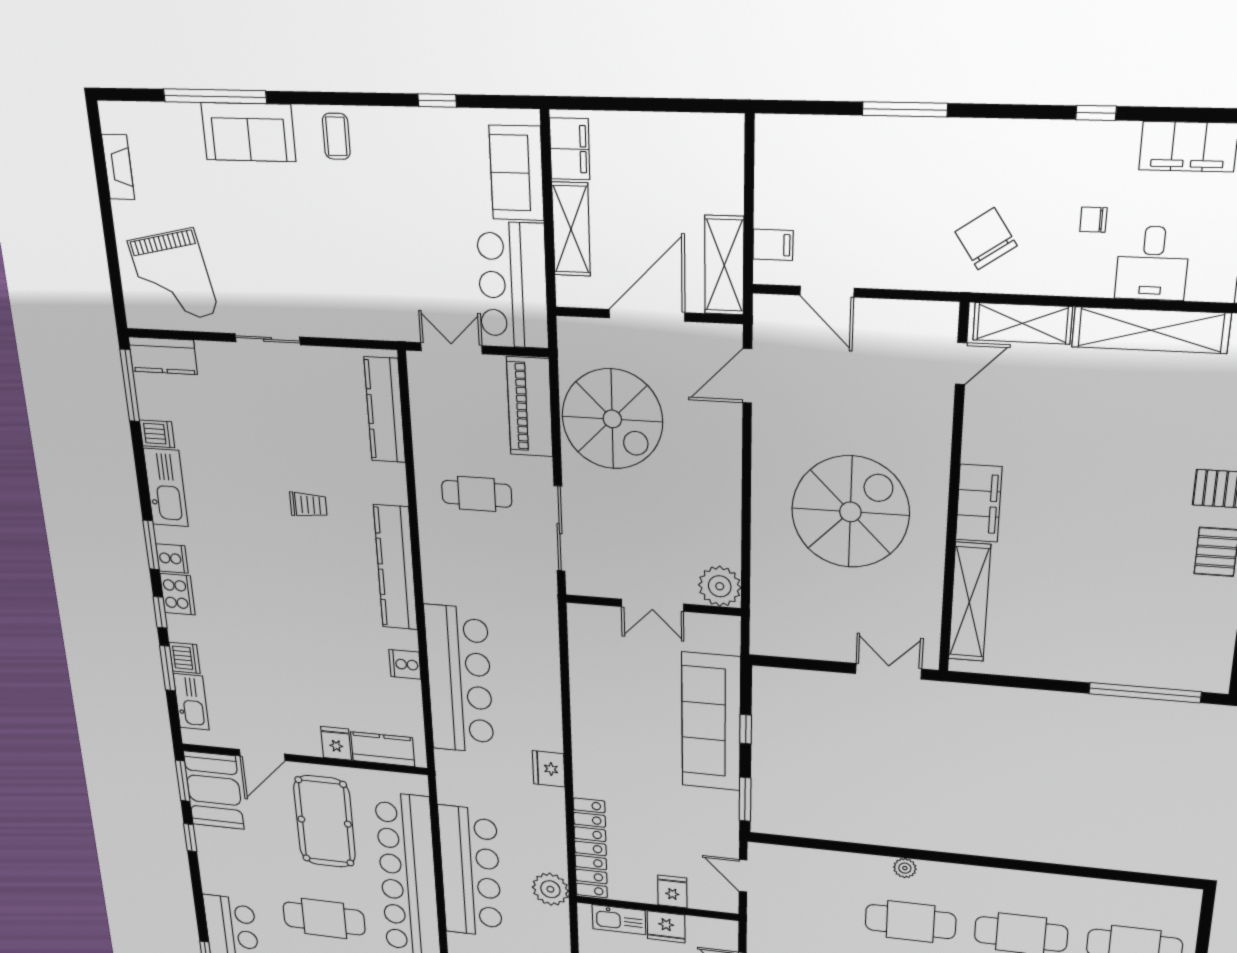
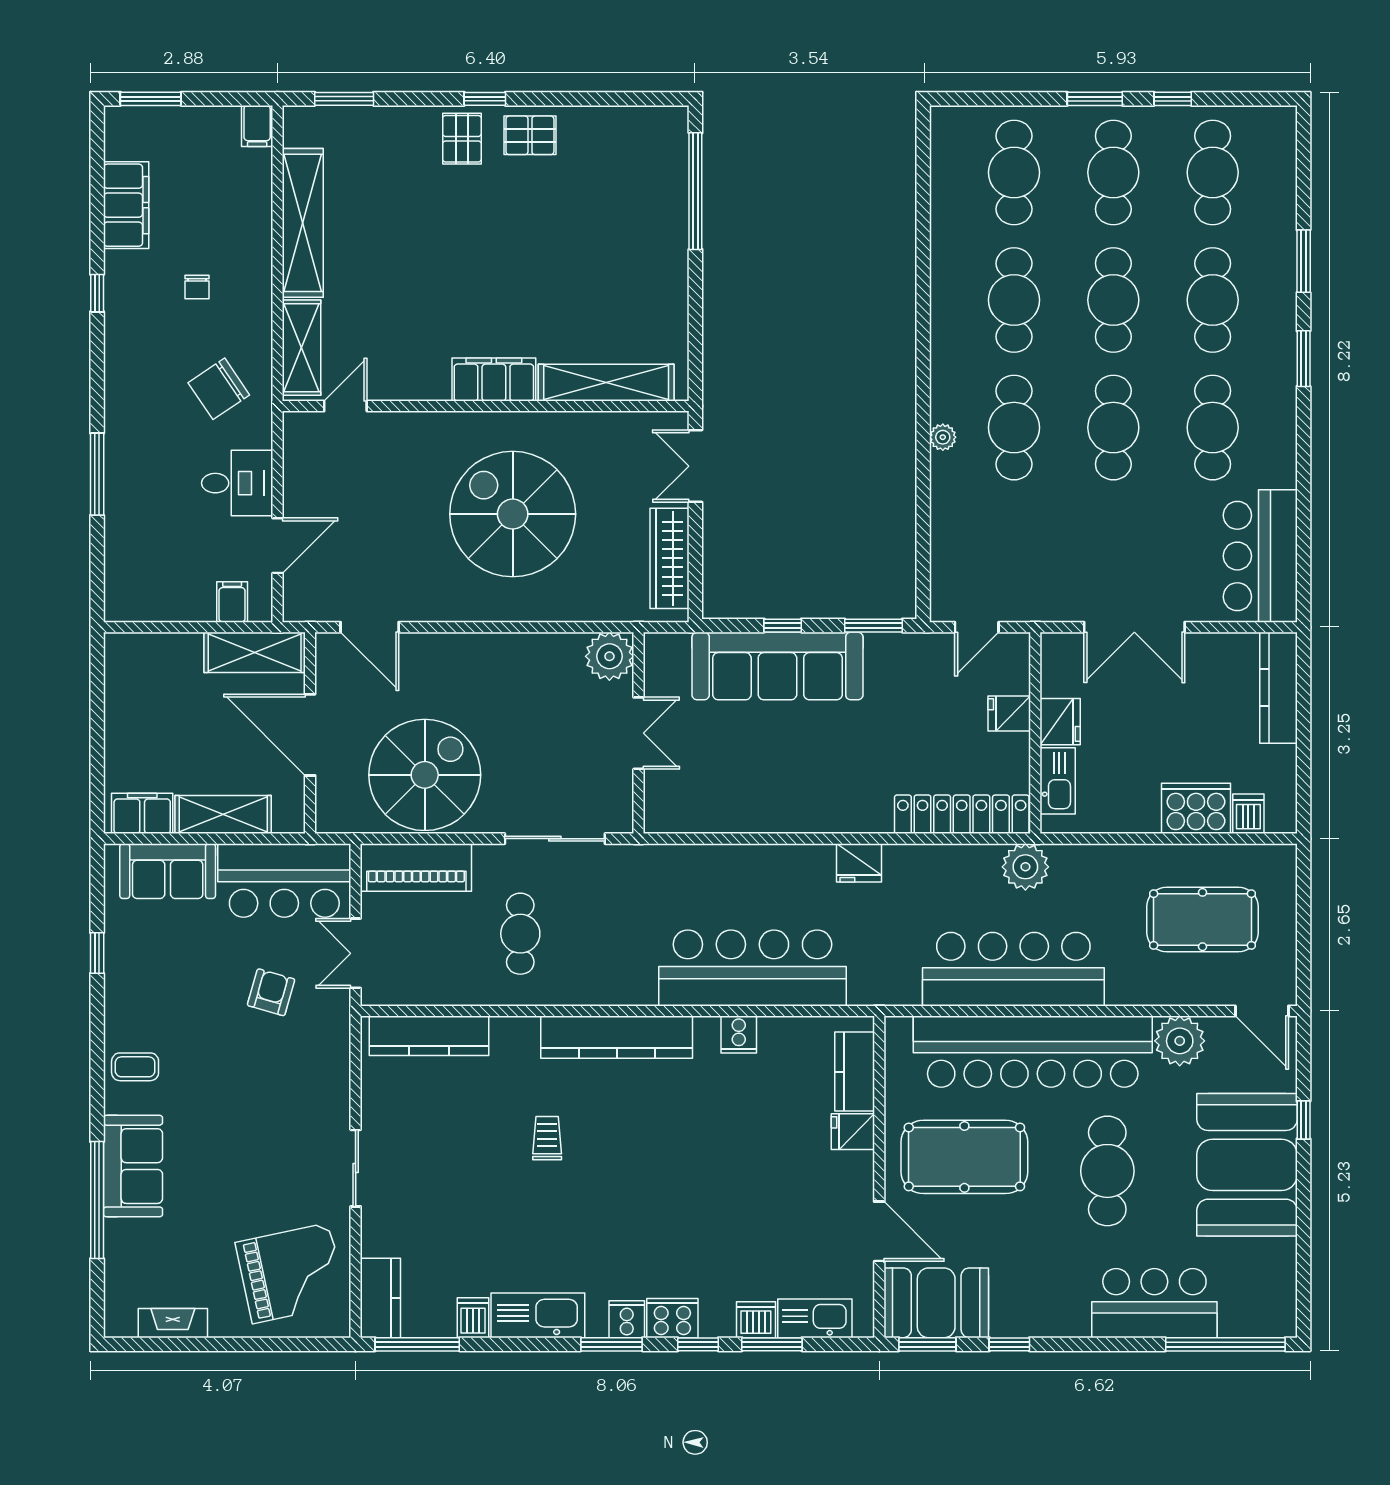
desk: (1152, 263) -> (237, 483), moved
armchair: (412, 269) -> (271, 992), added
door: (961, 363) -> (345, 406), hinge flipped
wardrobe: (806, 643) -> (669, 558), added

